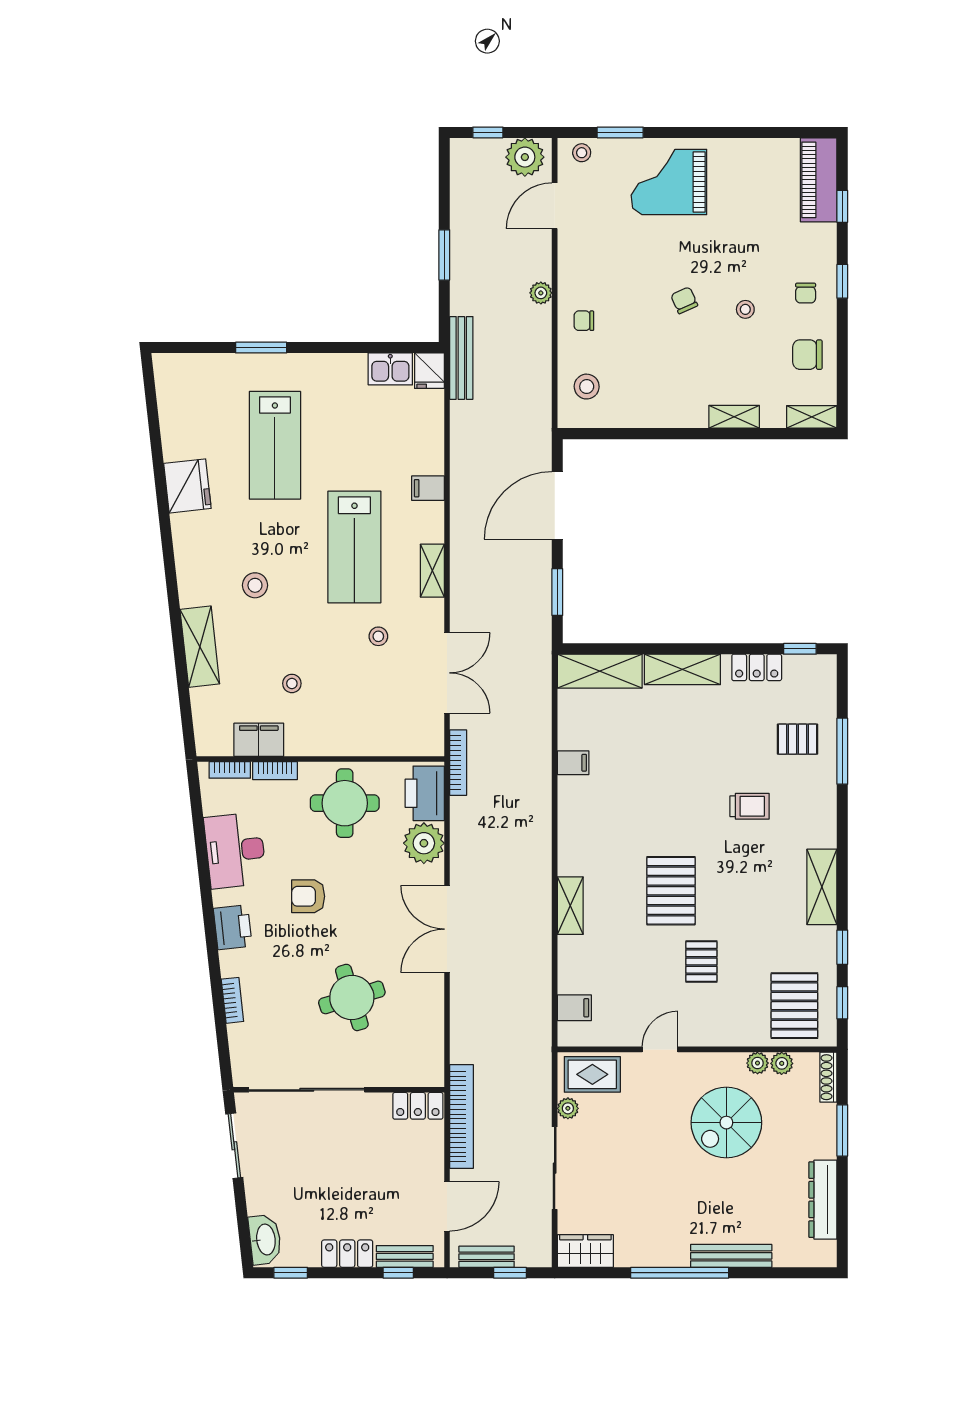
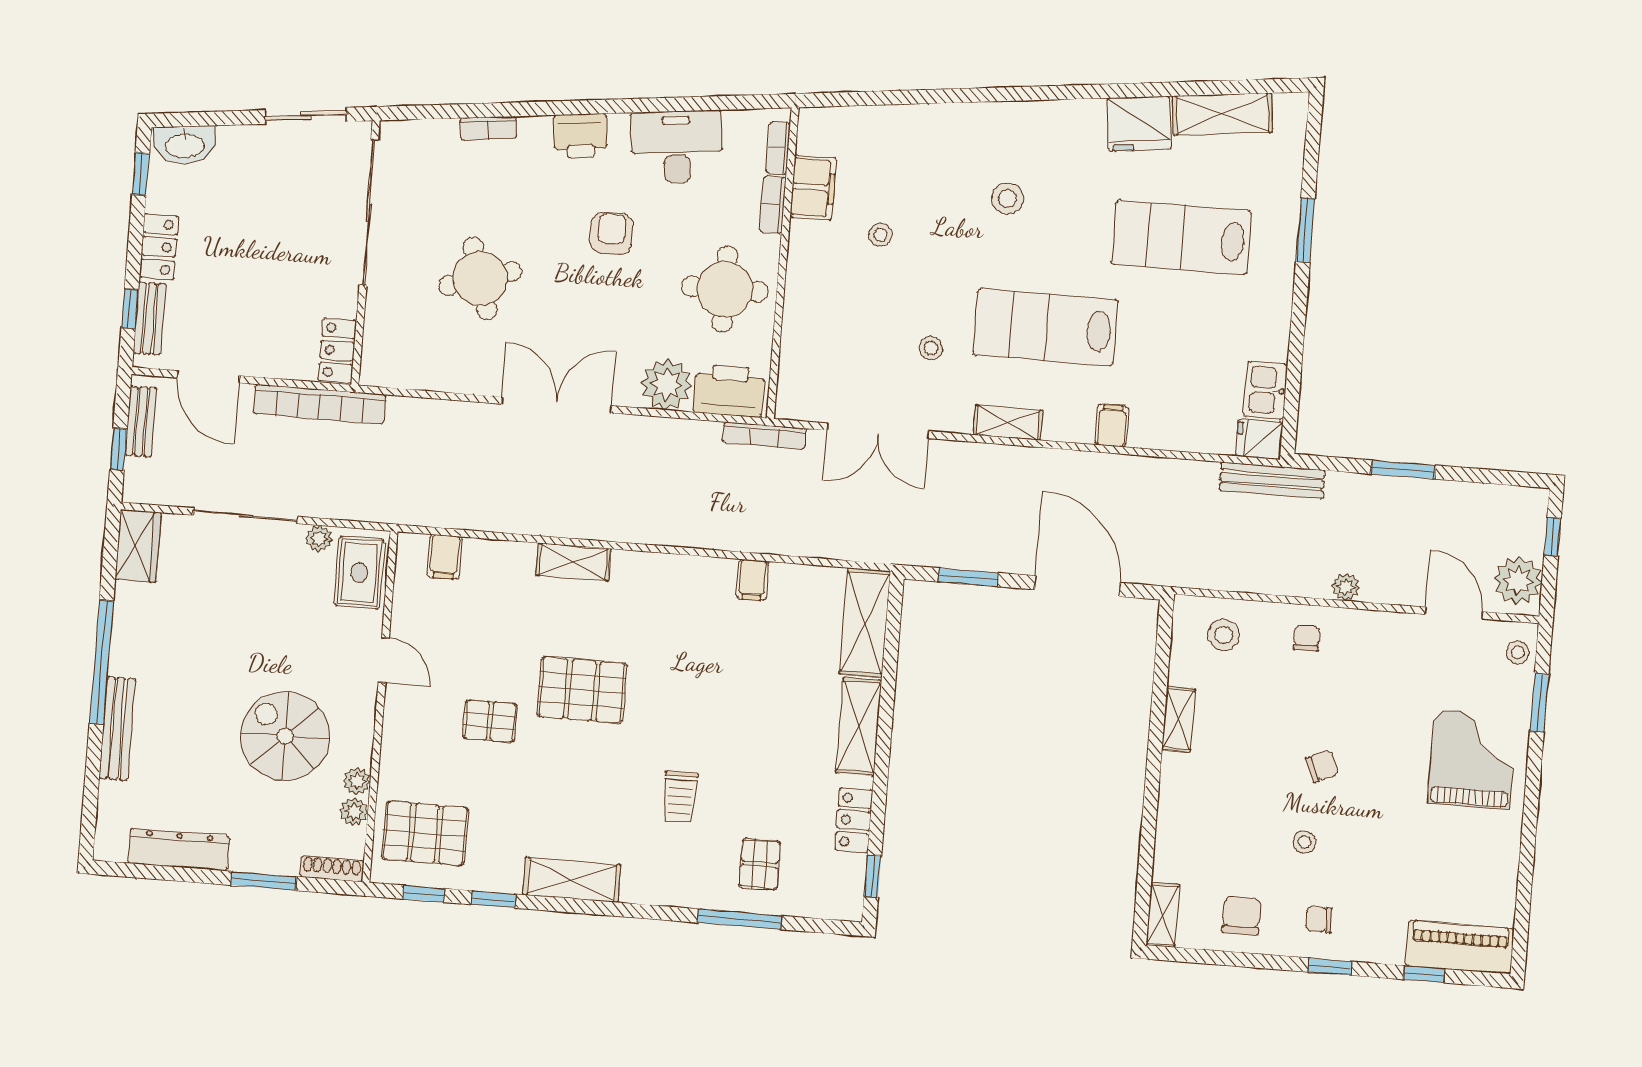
shelving: (734, 417) -> (1178, 719), moved
shelving: (200, 647) -> (1222, 114), moved

